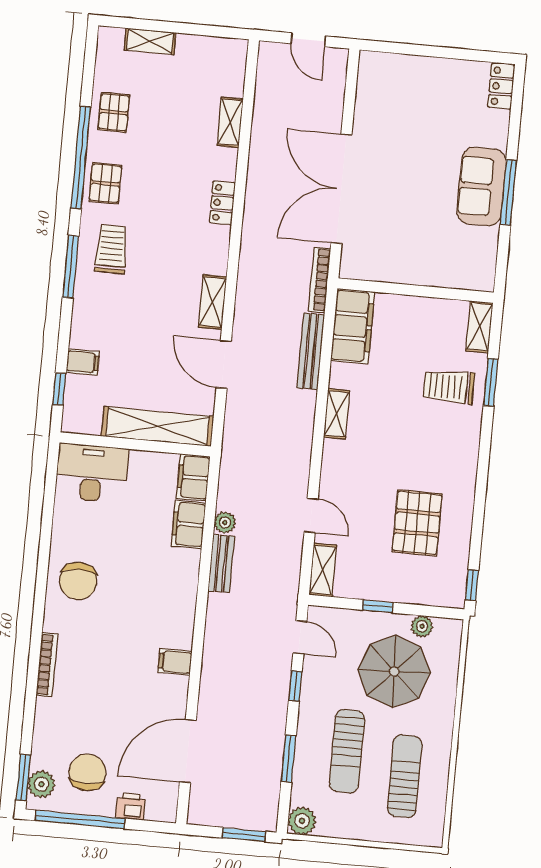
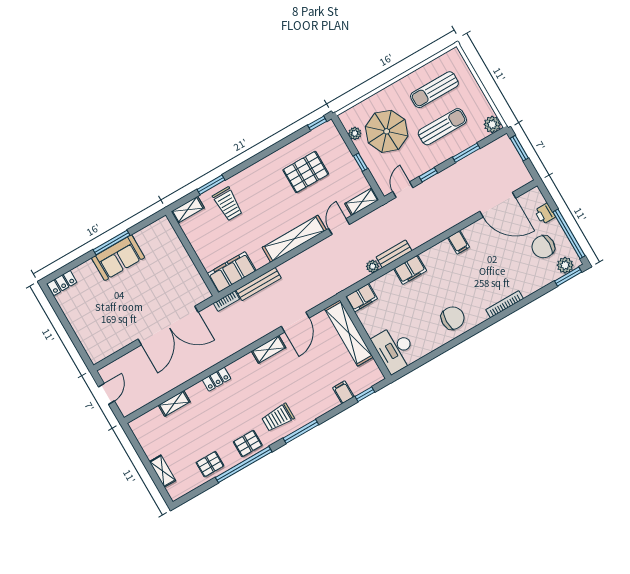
bookcase: (320, 280) -> (226, 301), width x0.64
shelving: (337, 414) -> (294, 239), width x2.20, depth x1.33
filing cabinet: (188, 524) -> (410, 270), moved

